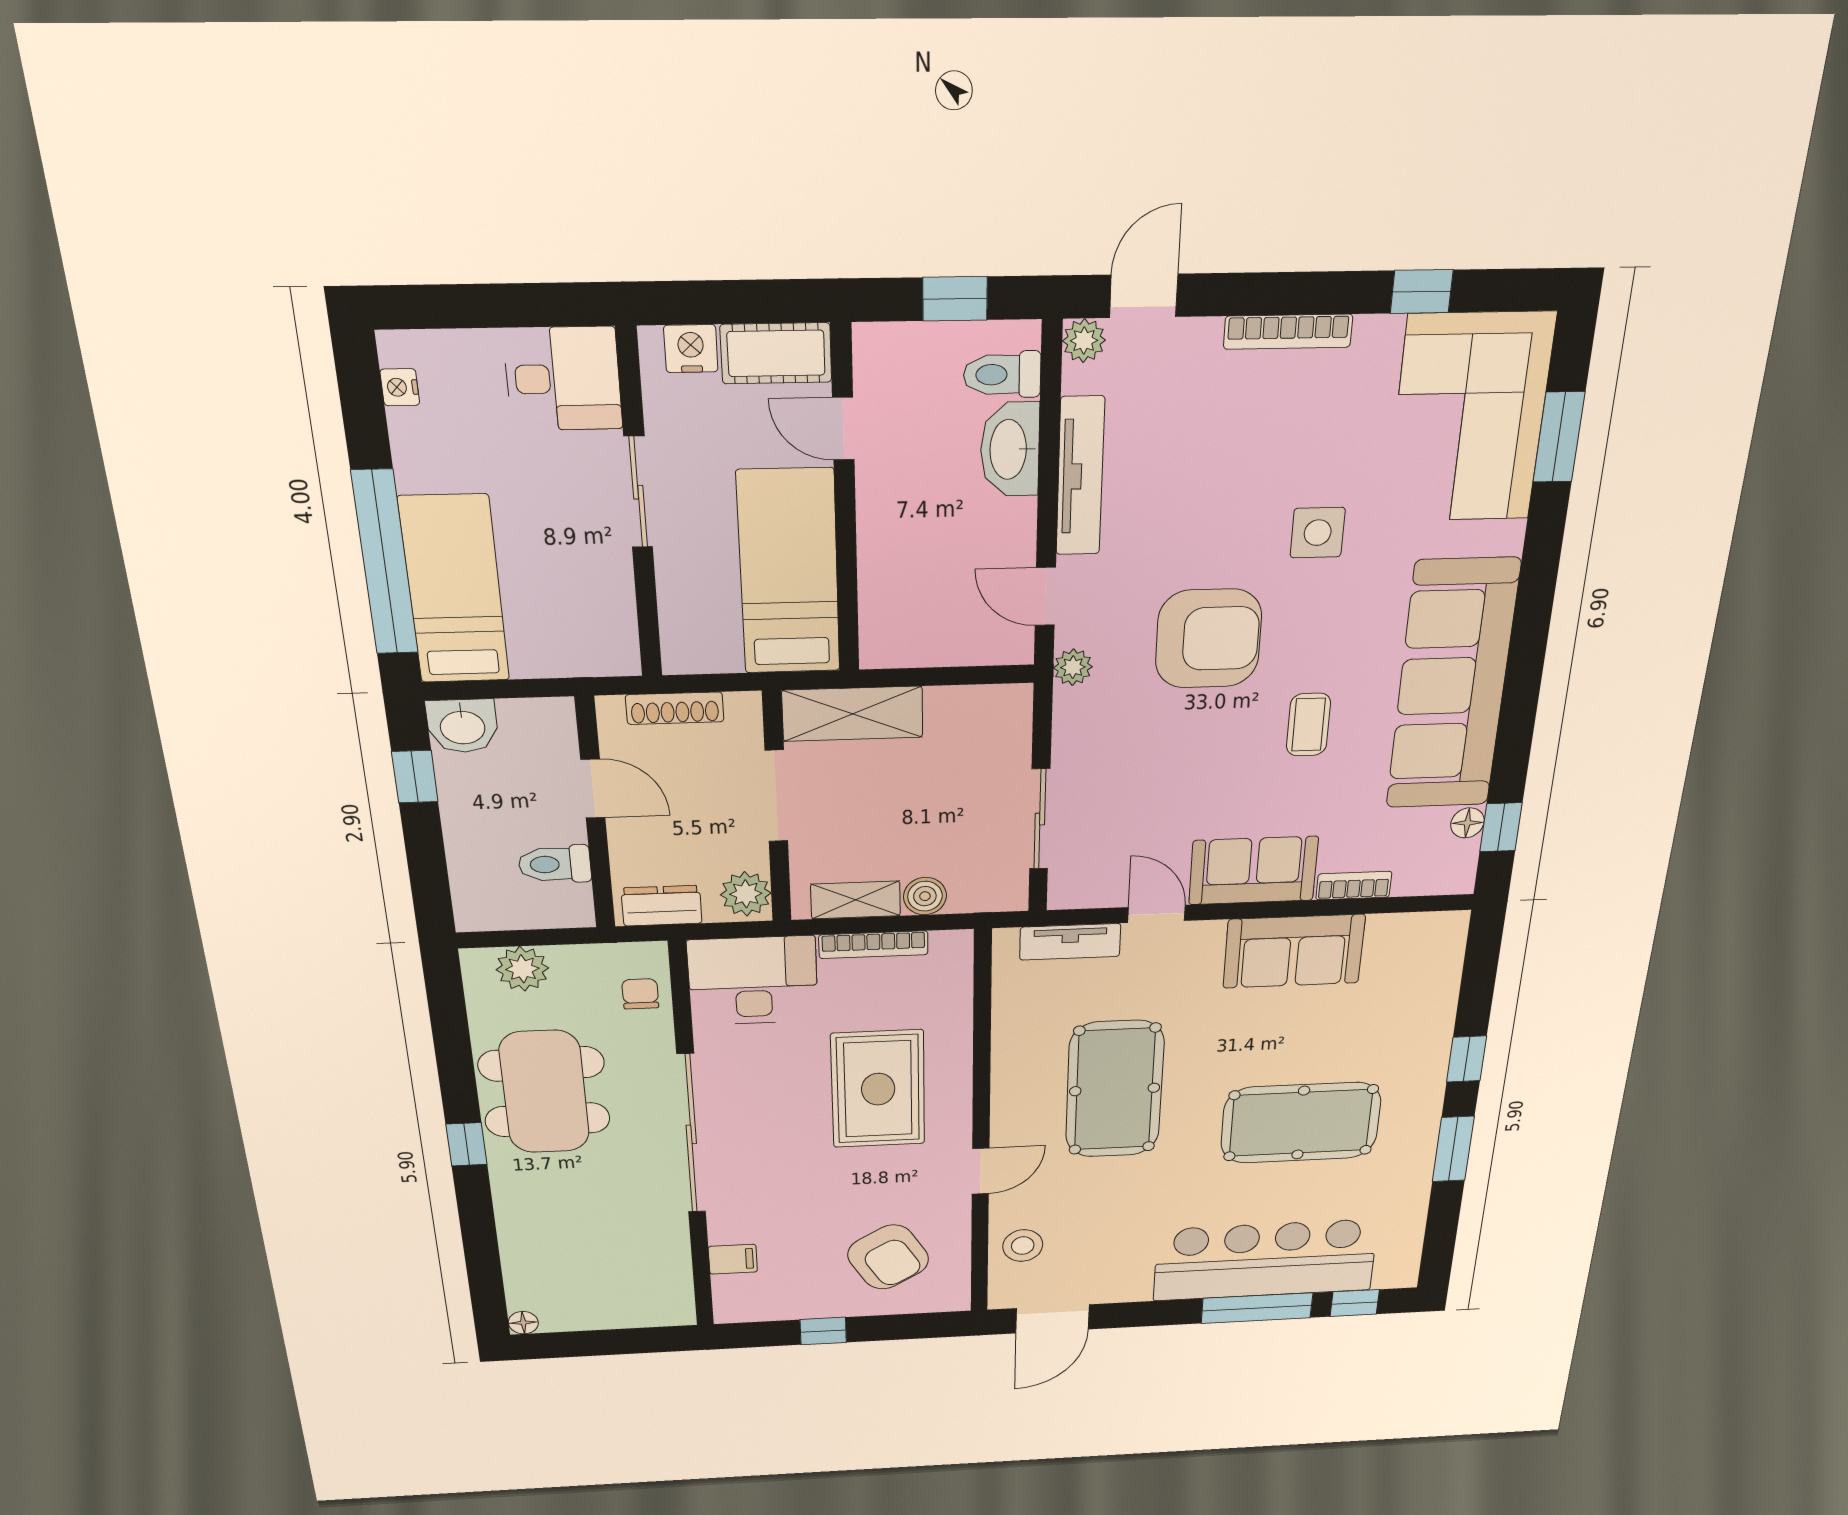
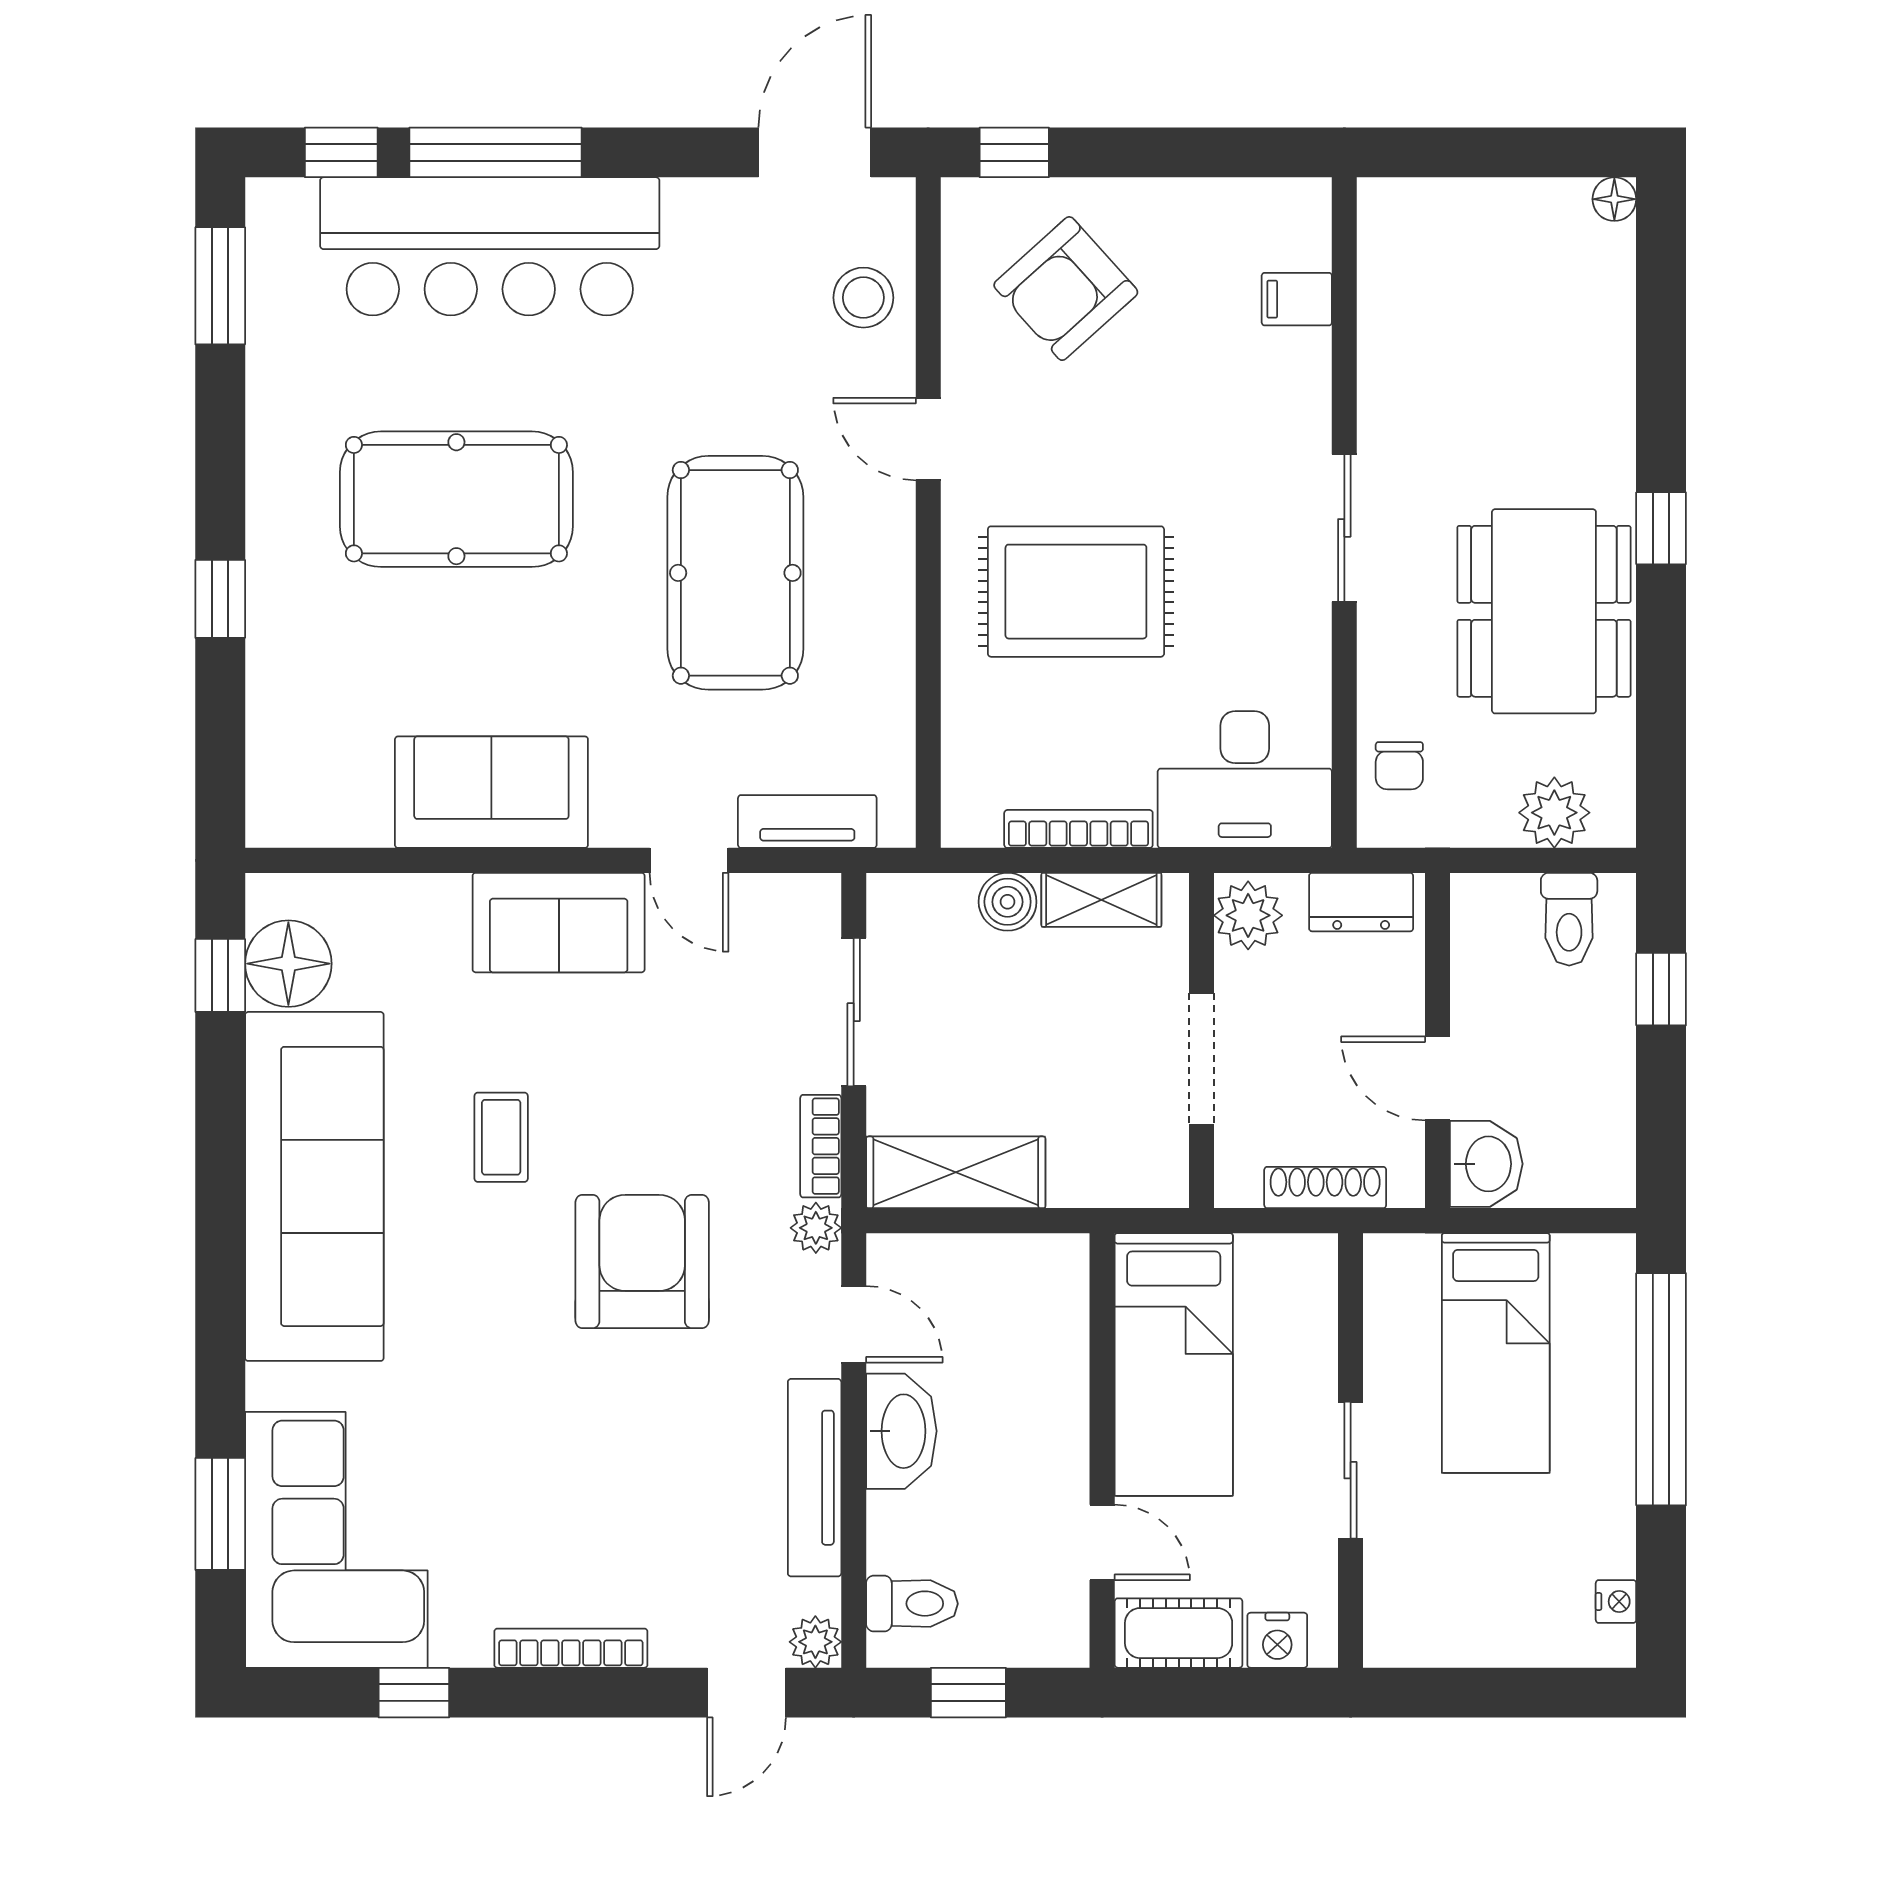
desk: (563, 379) -> (1428, 1608), removed
washbasin: (1010, 449) -> (901, 1431), moved
side table: (1318, 533) -> (513, 1399), removed
bed: (454, 590) -> (1496, 1353), moved
armchair: (1208, 639) -> (642, 1262), turned 90
shelving: (852, 714) -> (956, 1172), moved
washbasin: (462, 726) -> (1486, 1164), moved, turned 90
window: (415, 777) -> (1661, 989), moved
floor lamp: (1467, 823) -> (288, 964), width x1.89, depth x1.89
toilet: (555, 864) -> (1569, 919), moved, turned 90
bookcase: (1354, 886) -> (821, 1146), moved, turned 90
rug: (878, 1089) -> (1076, 592), turned 90
sliding door: (691, 1134) -> (1344, 528), width x0.54
window: (1453, 1149) -> (220, 286), moved
door: (981, 1171) -> (928, 439), hinge flipped
armchair: (888, 1257) -> (1066, 289), turned -101
window: (823, 1331) -> (1014, 152), moved

